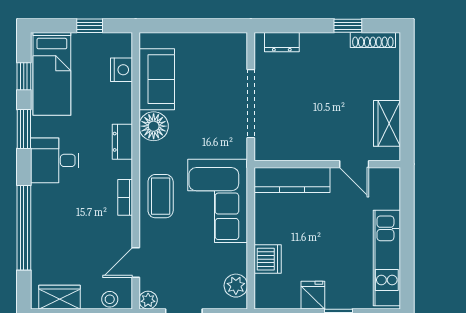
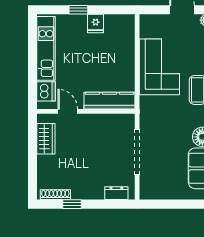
corner sofa: (218, 201) -> (159, 67), moved
dishwasher: (268, 259) -> (46, 91), moved, turned 180
plant: (236, 286) -> (147, 30), removed

